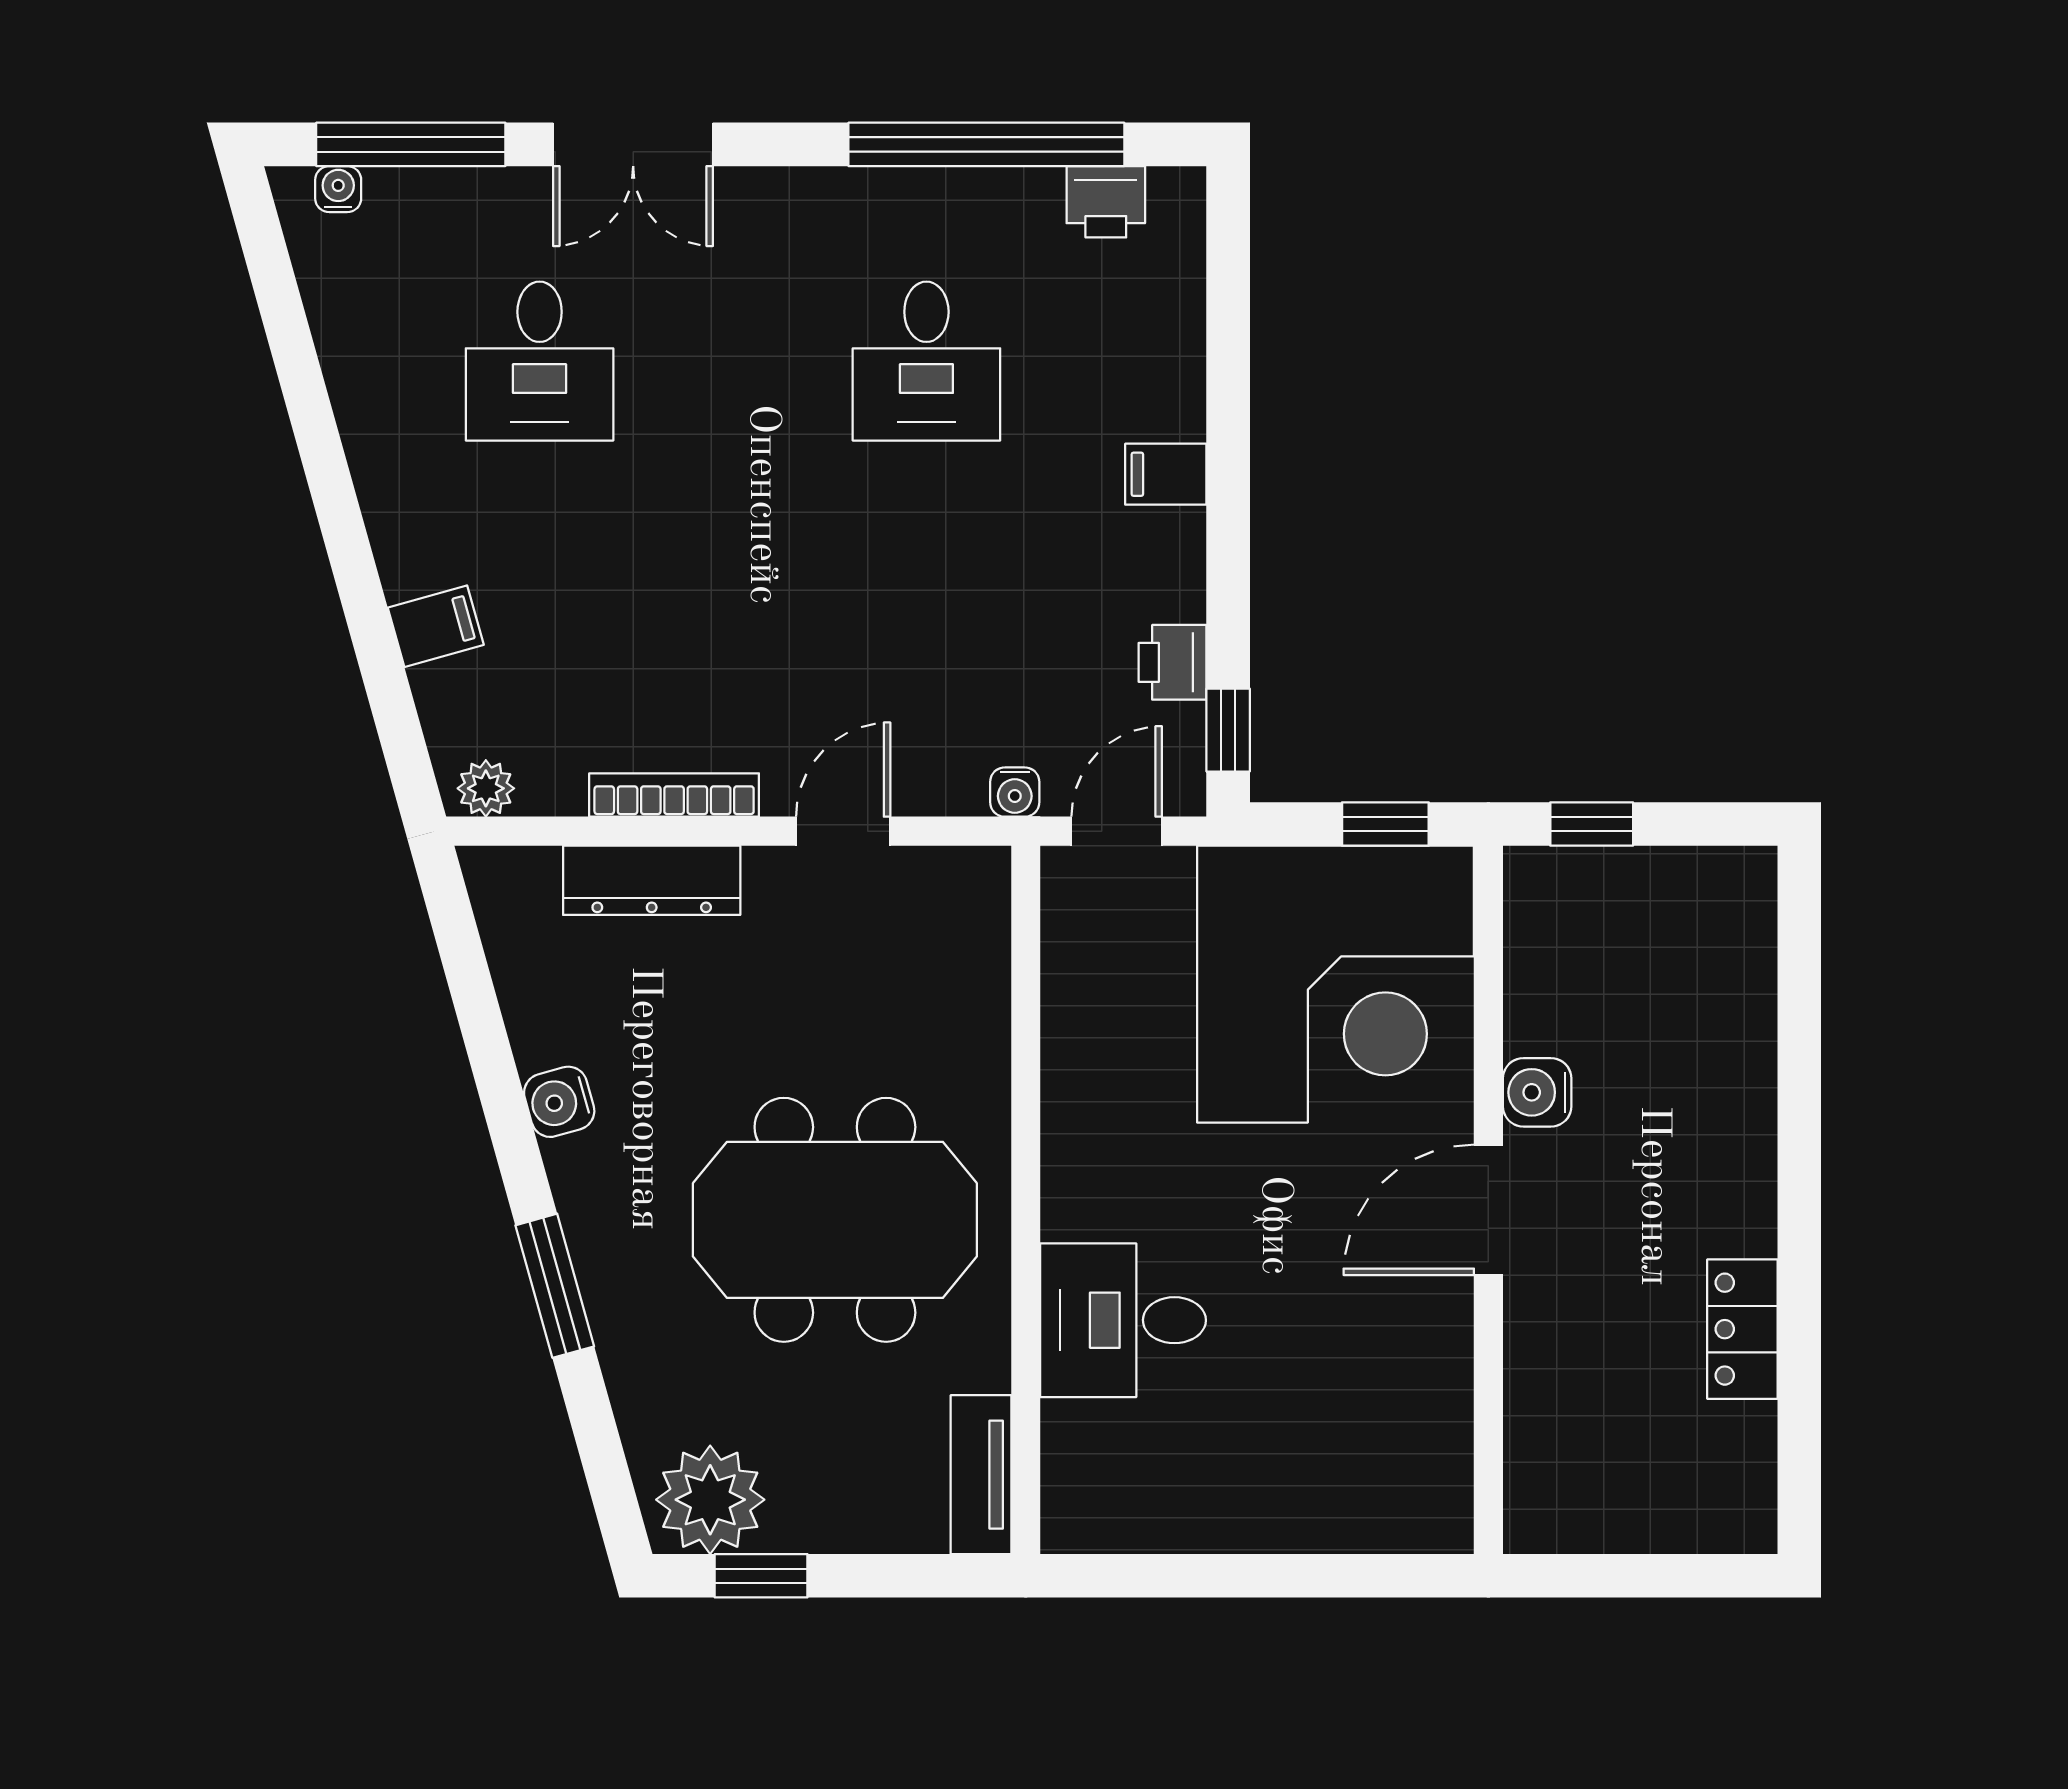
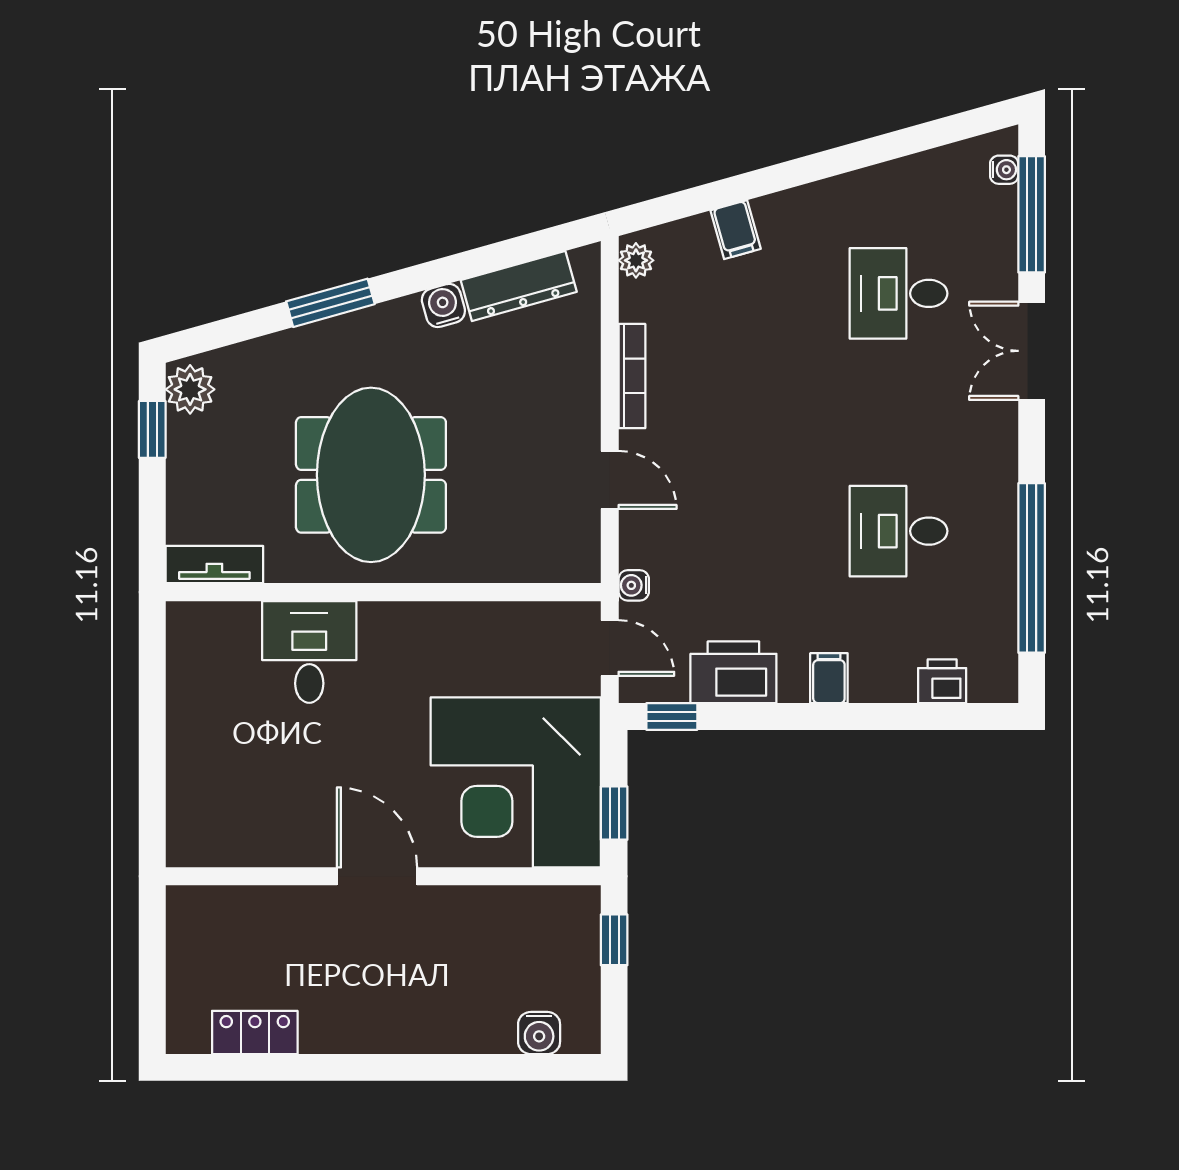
printer: (1106, 202) -> (942, 681), moved, turned 90
printer: (1173, 662) -> (733, 672), width x1.87, depth x1.48
dresser: (652, 880) -> (519, 286), moved, turned -106
water cooler: (1537, 1092) -> (539, 1033), moved, turned 180
locker: (1742, 1329) -> (255, 1032), moved
plant: (710, 1500) -> (190, 389), width x0.73, depth x0.73

